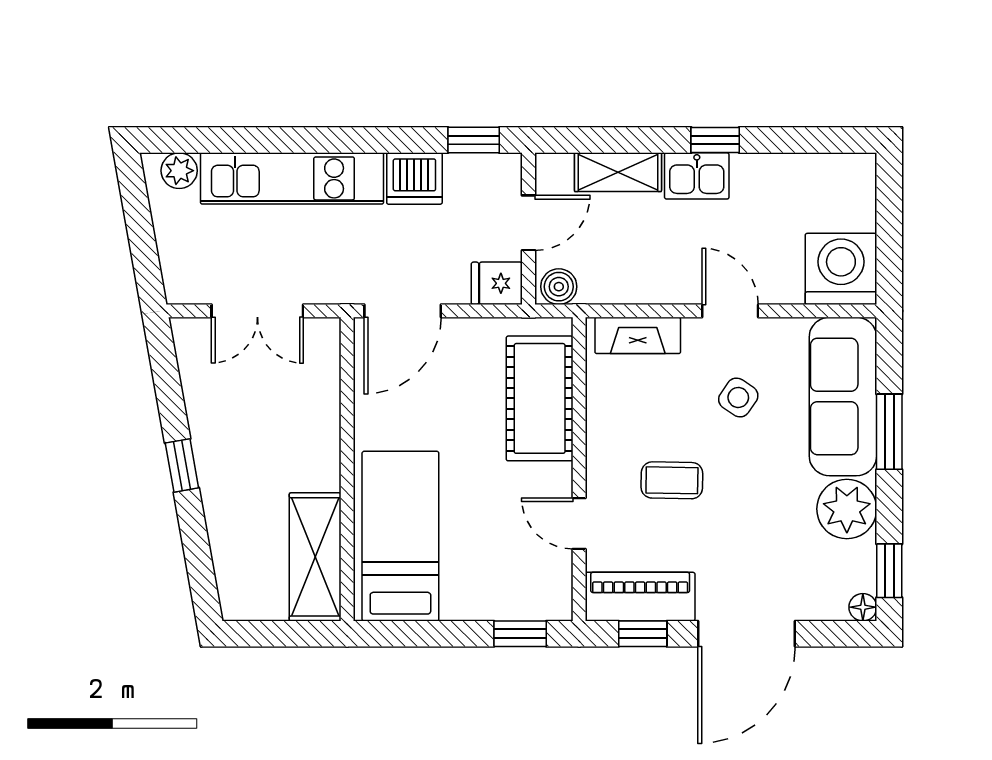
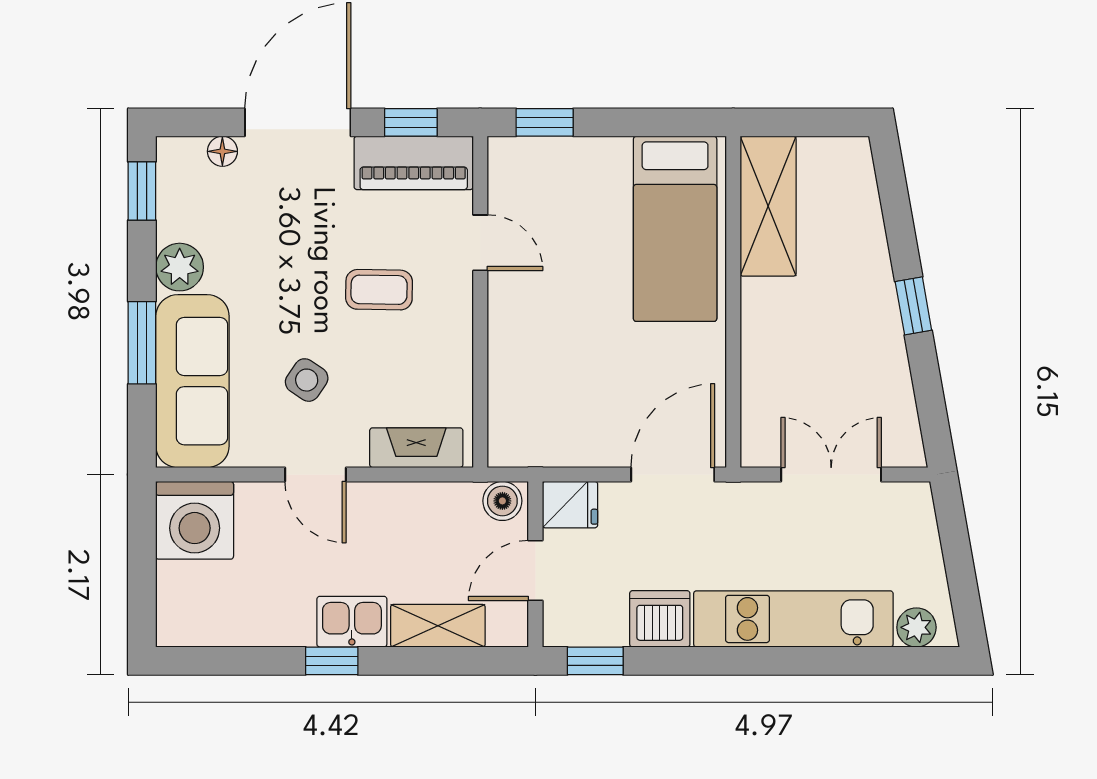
cot: (540, 398) -> (523, 379), removed
plant: (847, 509) -> (180, 267), width x0.73, depth x0.73
floor lamp: (863, 607) -> (222, 151), moved

